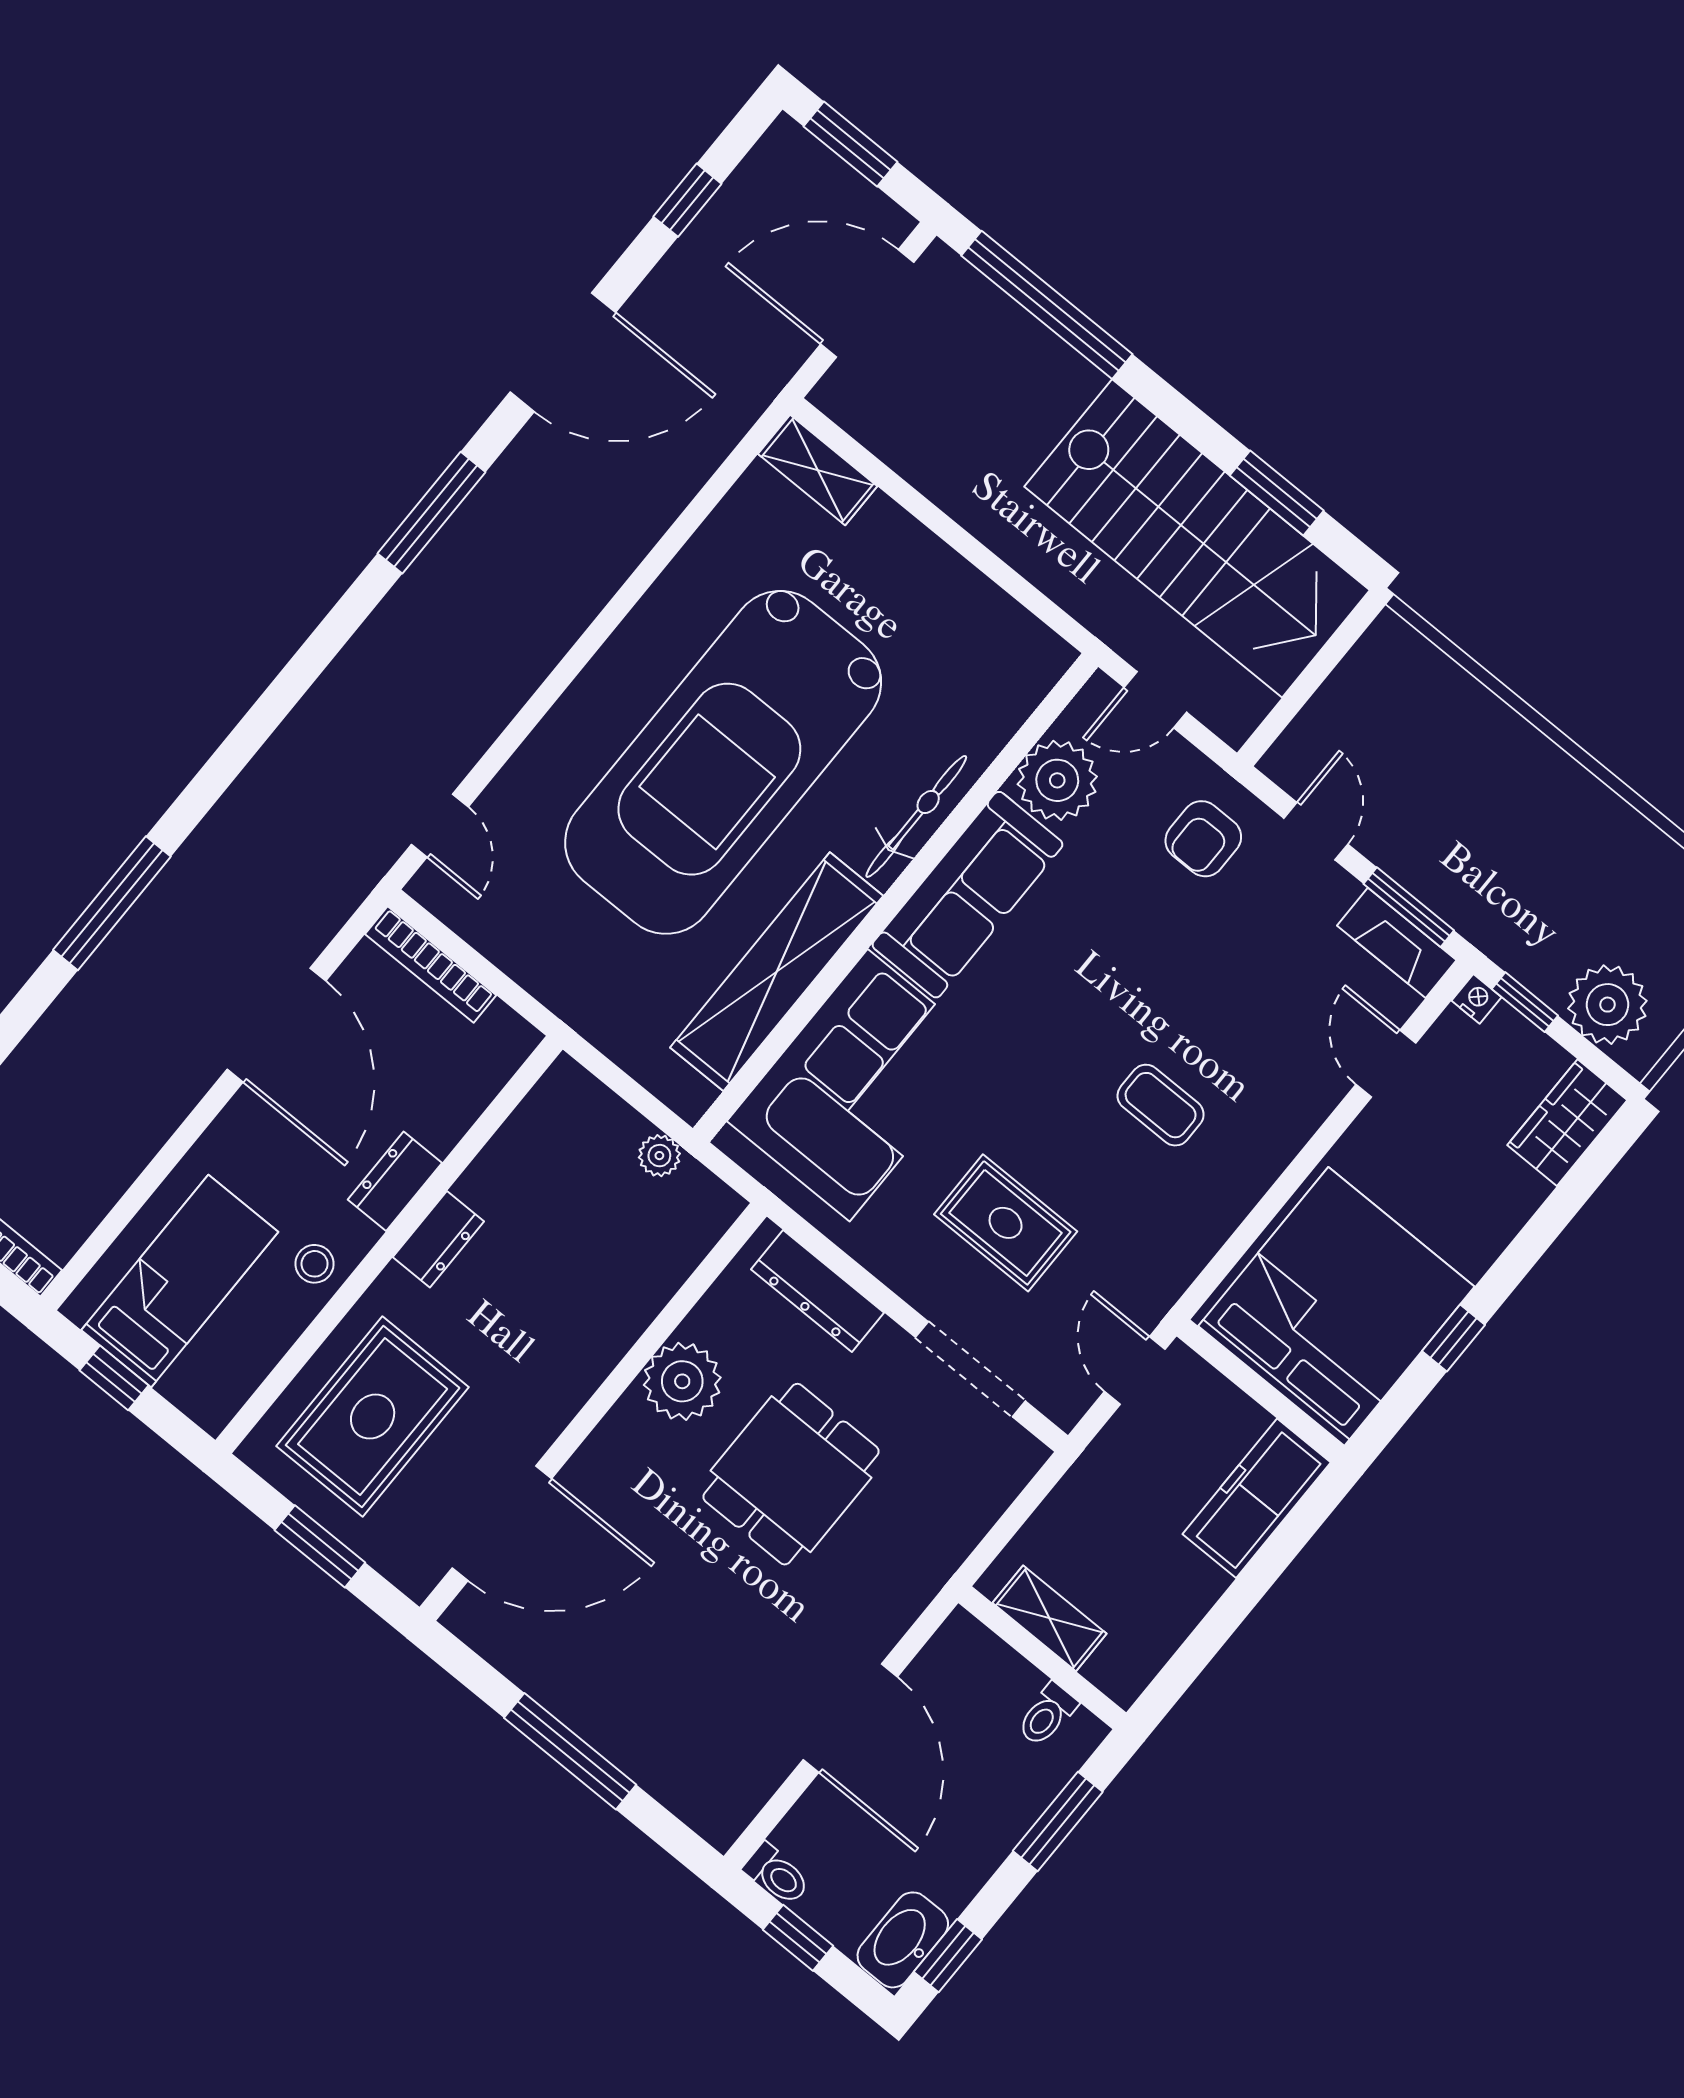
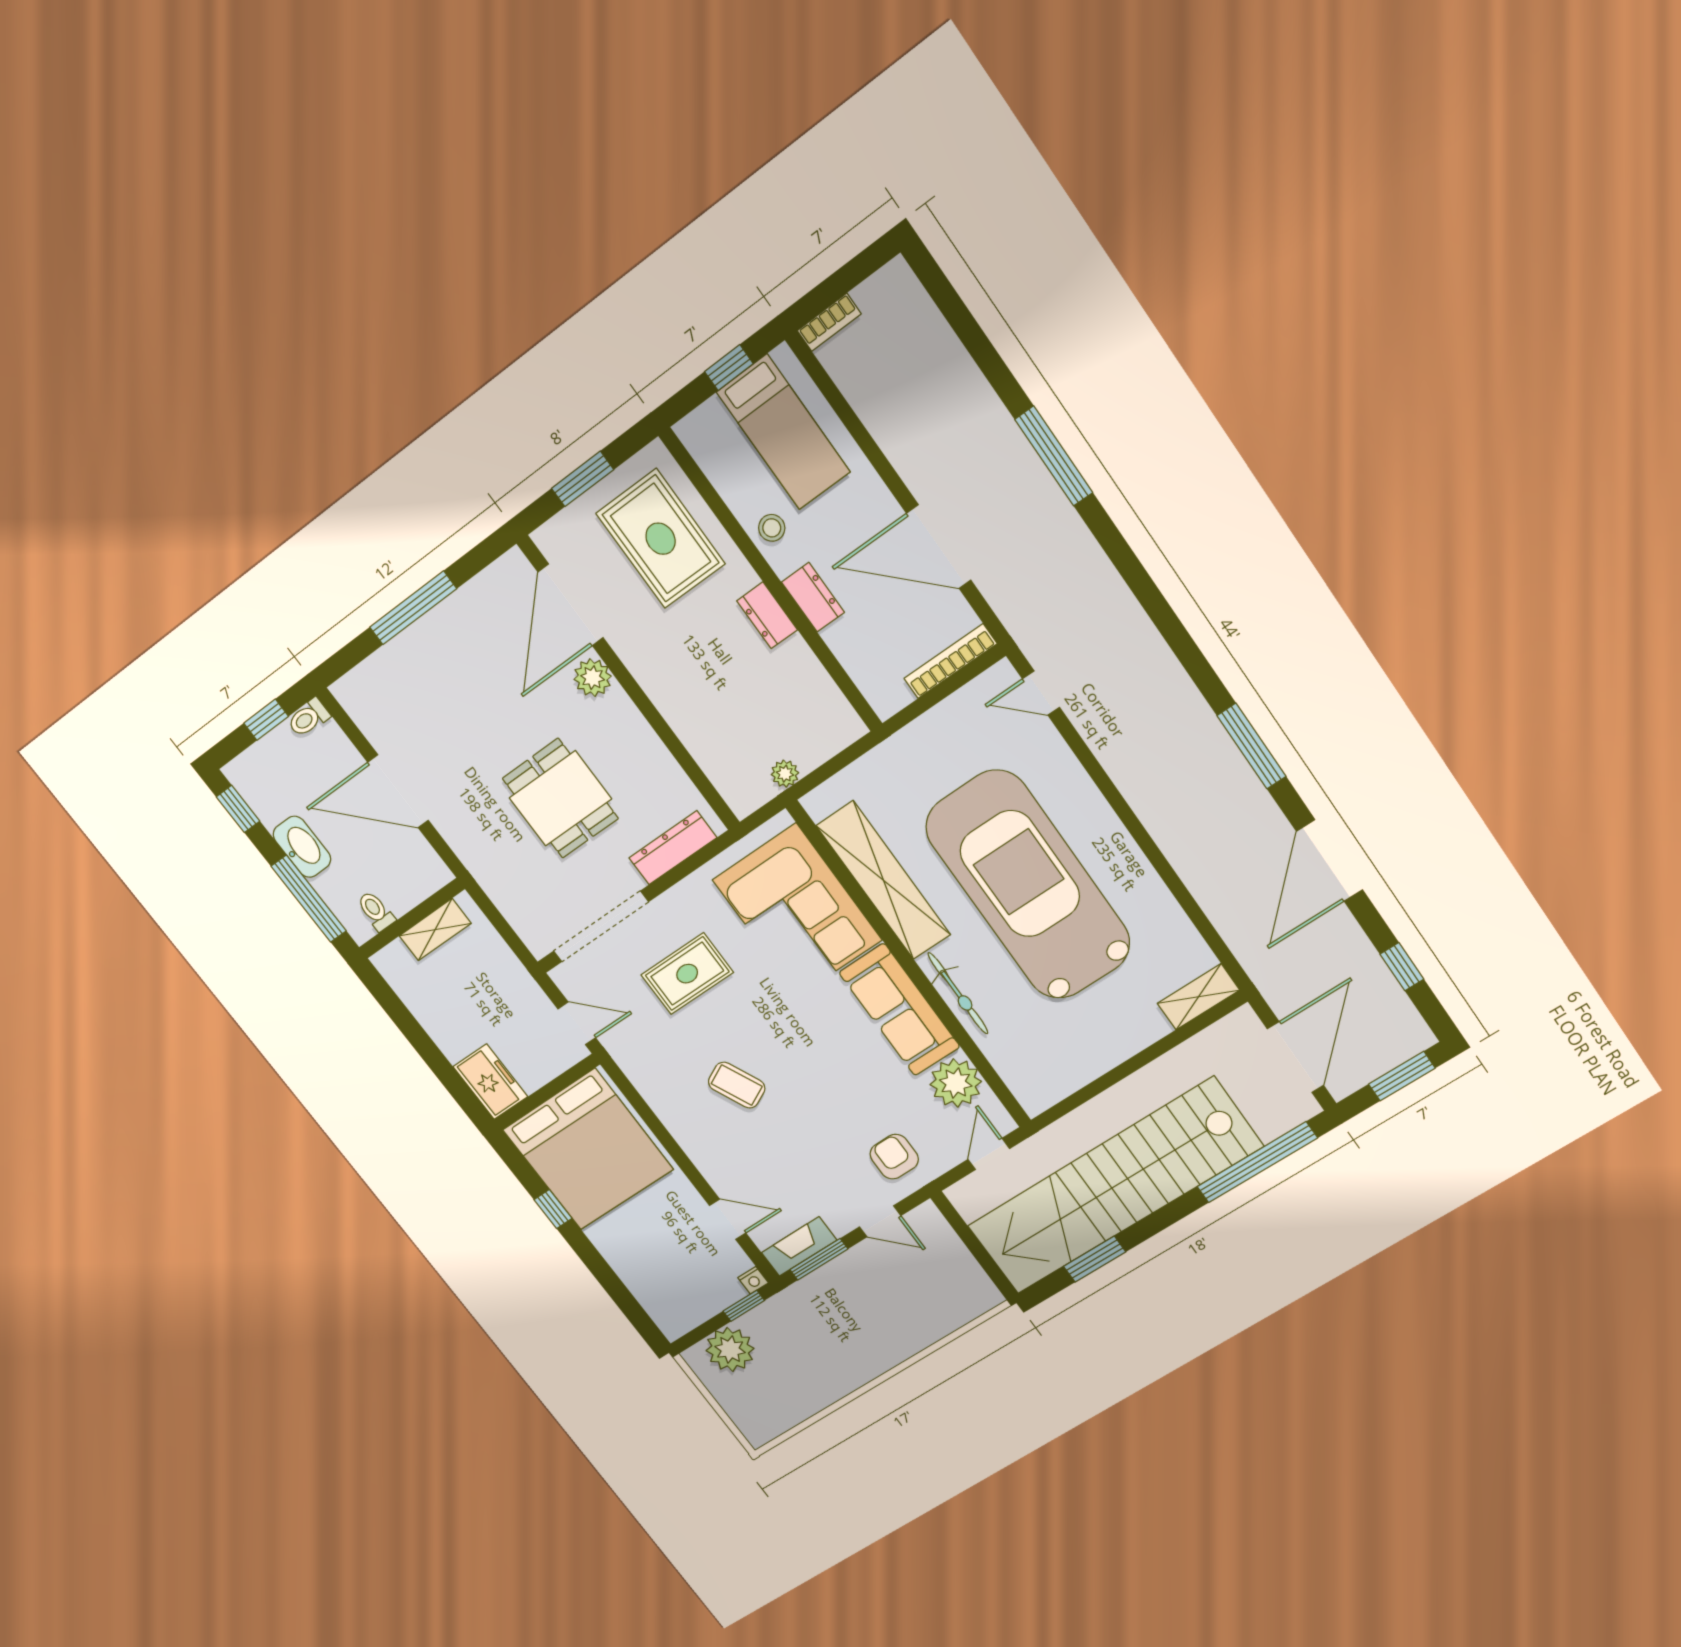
stairs: (1197, 538) -> (1114, 1187), width x1.36
coffee table: (1161, 1105) -> (737, 1085), turned 64
wardrobe: (1567, 1123) -> (666, 1308), removed
doorway: (970, 1369) -> (601, 927), width x1.36
plant: (682, 1381) -> (593, 678), moved, width x0.73, depth x0.73
freezer: (1257, 1498) -> (490, 1082), width x0.71
window: (1058, 1821) -> (309, 899), width x1.44
washbasin: (903, 1940) -> (302, 847), moved

